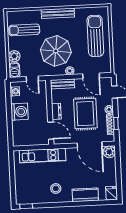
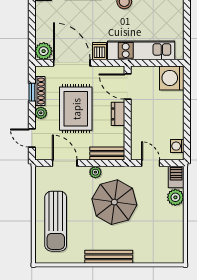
sun lounger: (24, 30) -> (159, 235), removed
washing machine: (19, 112) -> (172, 78), moved
dishwasher: (71, 154) -> (100, 51), added

